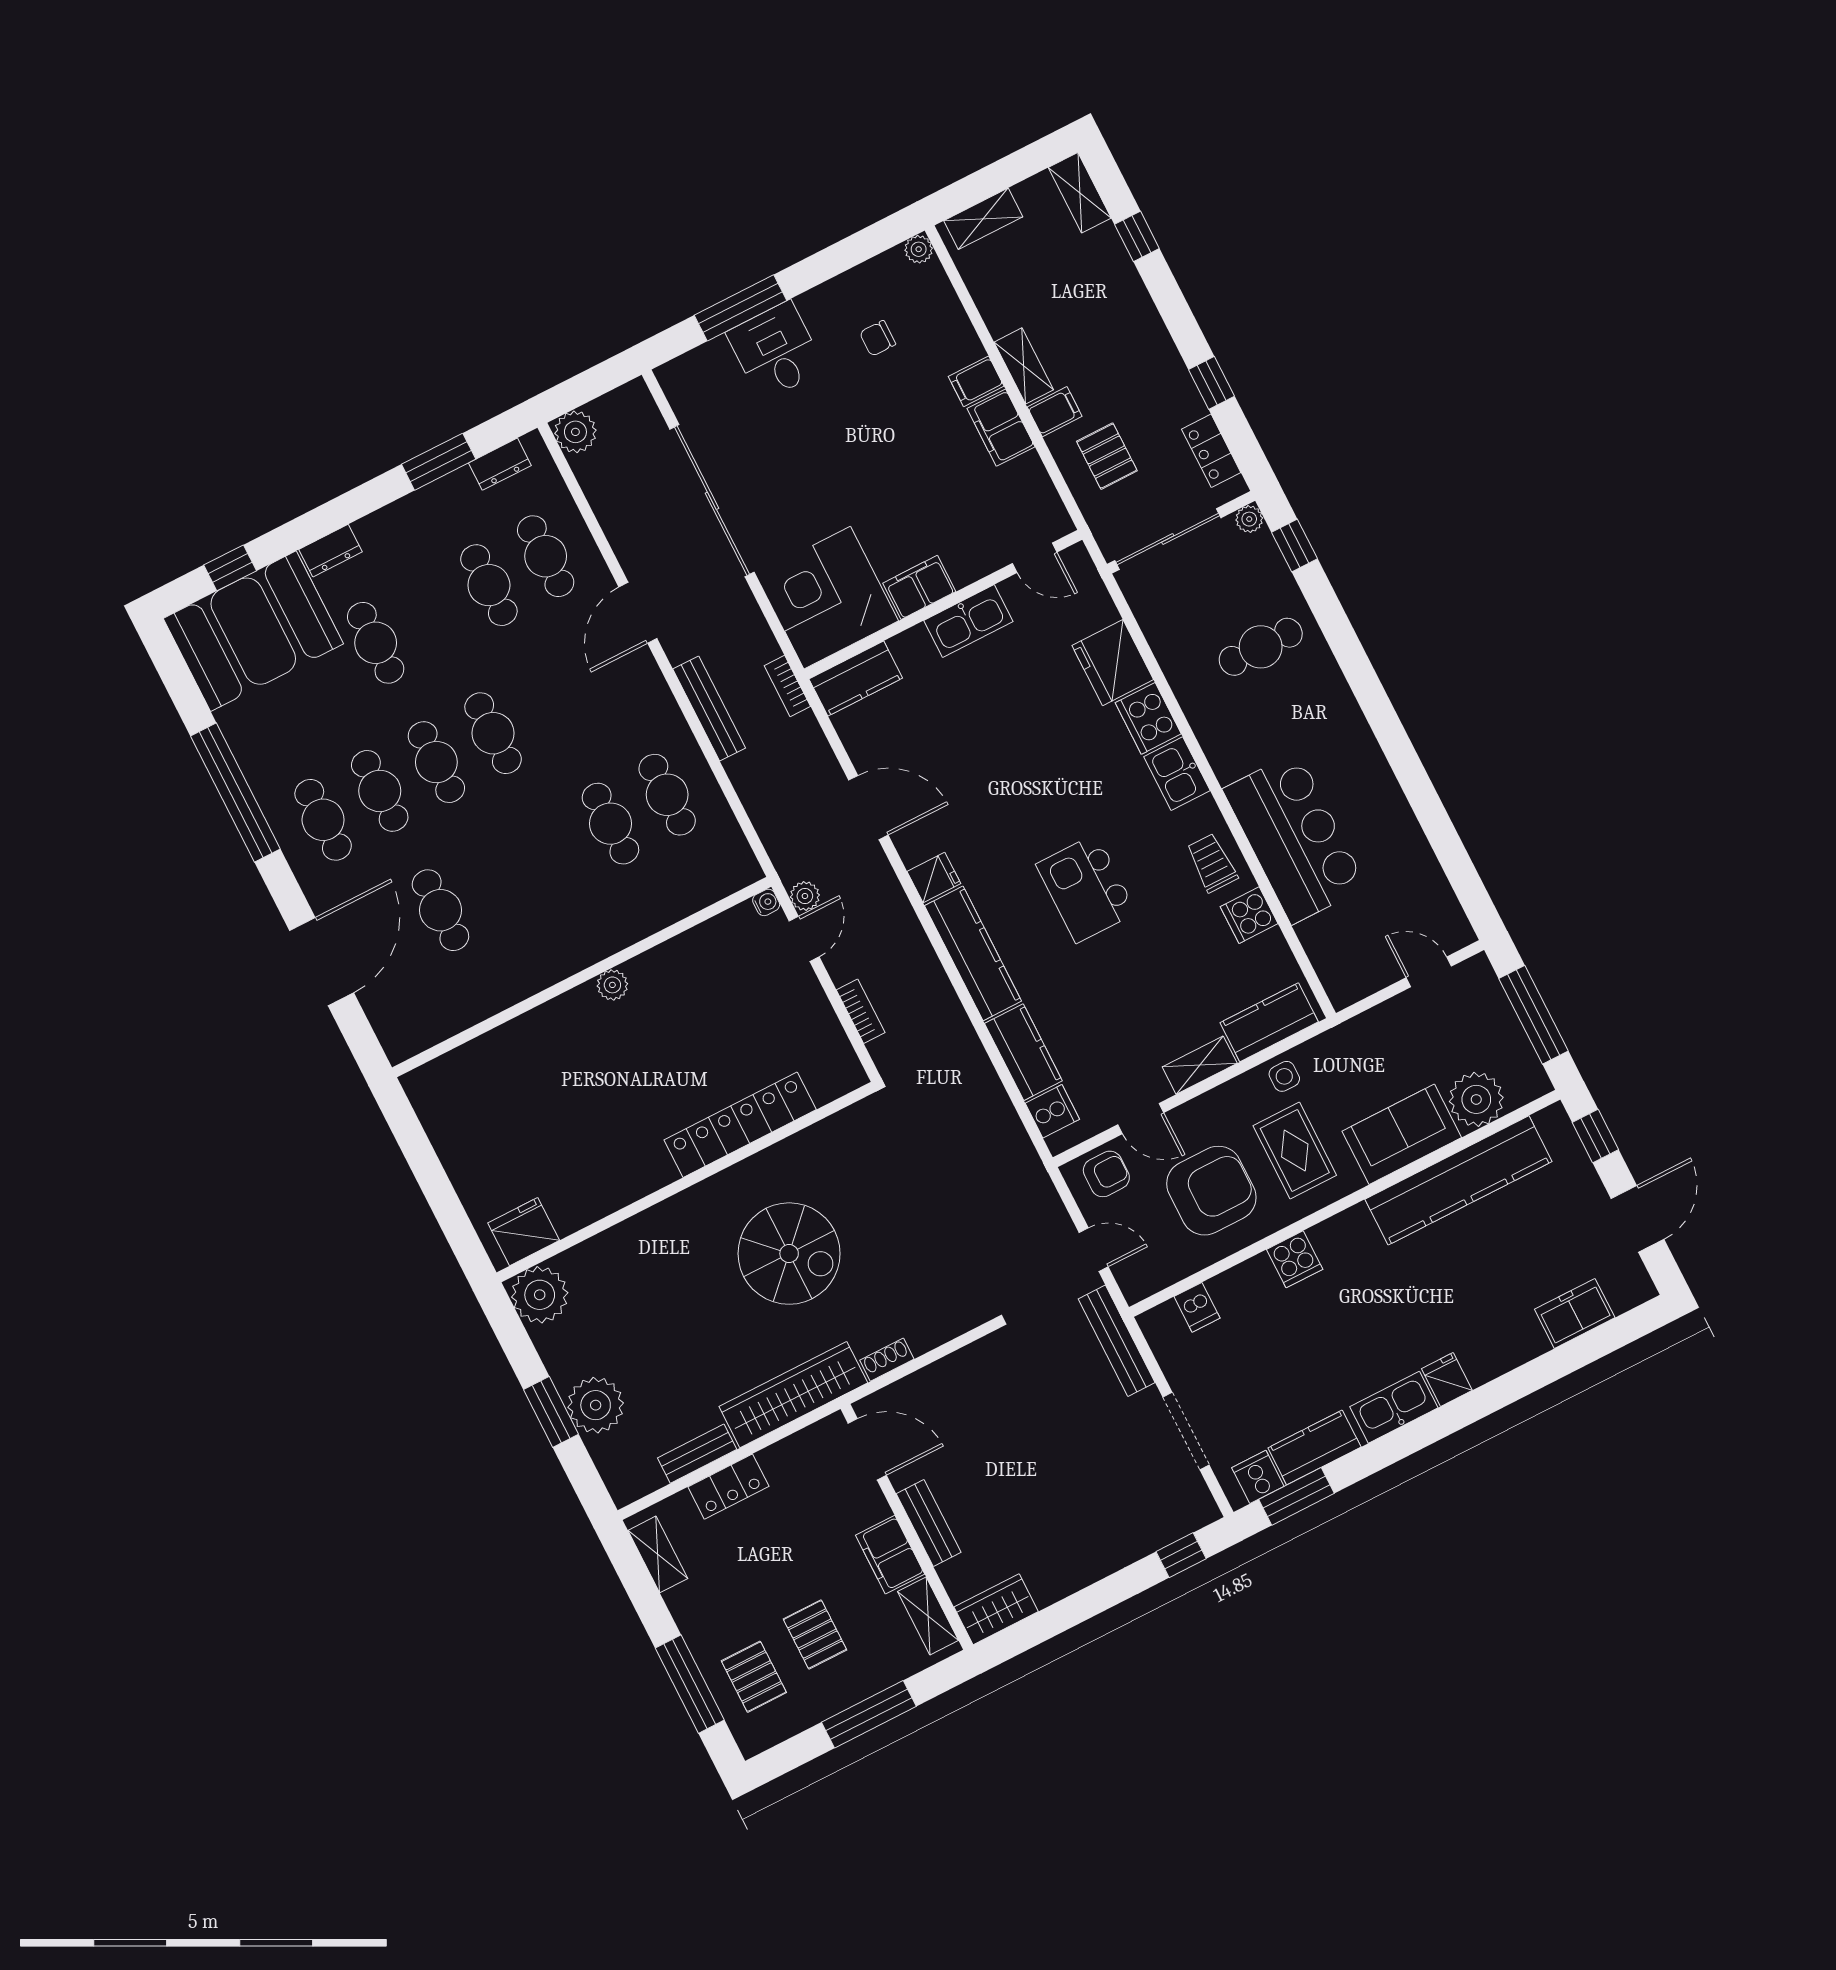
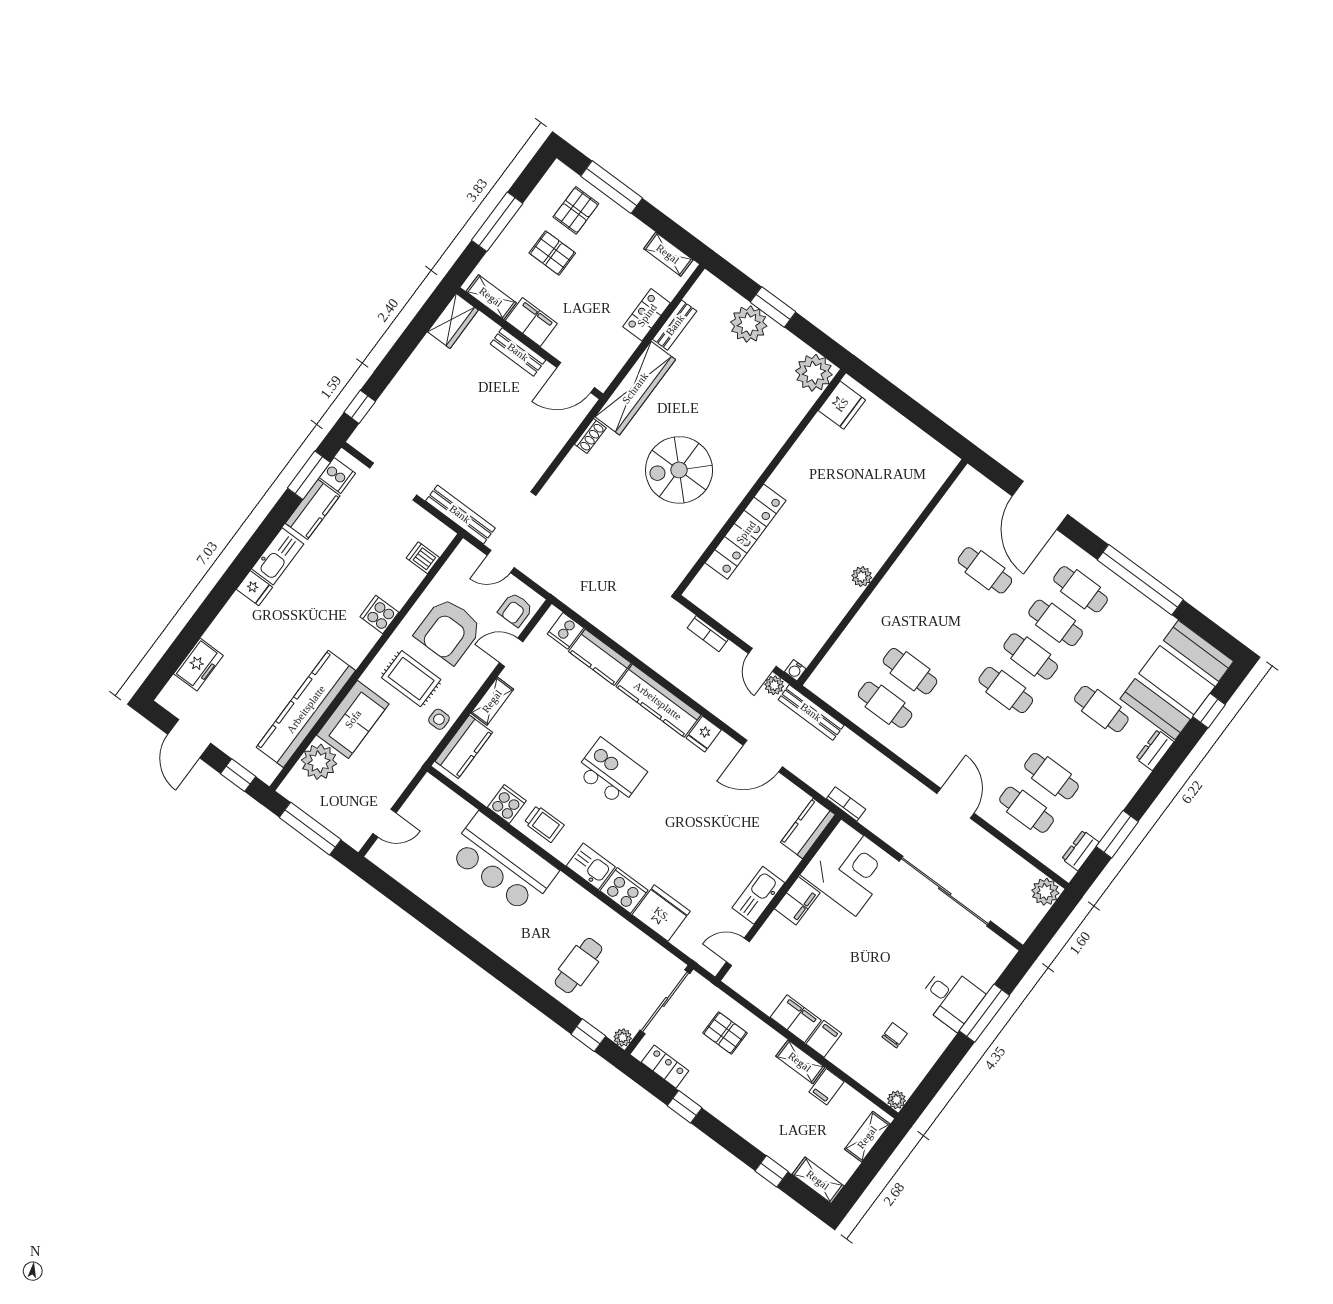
filing cabinet: (1055, 412) -> (827, 1087), moved
bench: (709, 709) -> (811, 712), moved
pallet: (754, 1677) -> (576, 210), turned 90

